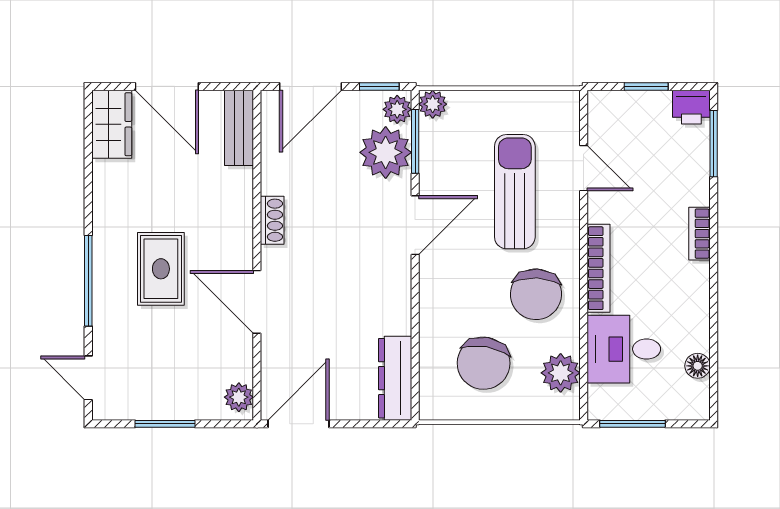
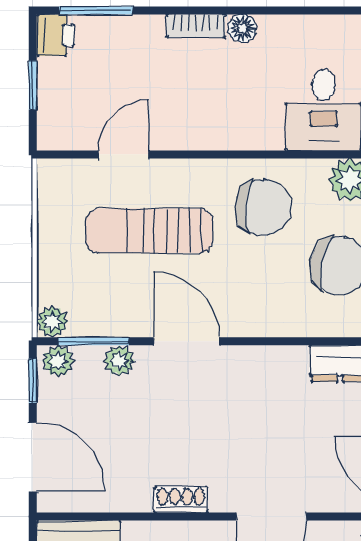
plant: (386, 152) -> (119, 361), width x0.53, depth x0.53
bookcase: (598, 268) -> (234, 138), removed
floor lamp: (698, 366) -> (242, 28), moved

